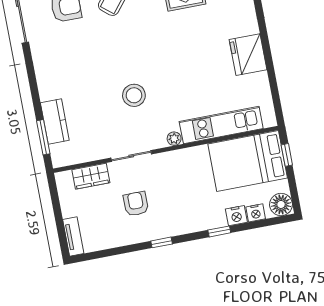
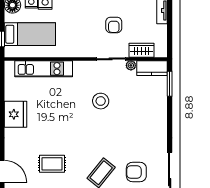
kitchen counter: (55, 121) -> (152, 68), moved, turned -90
plant: (174, 139) -> (131, 65), moved
bed: (248, 161) -> (30, 34), width x0.67

